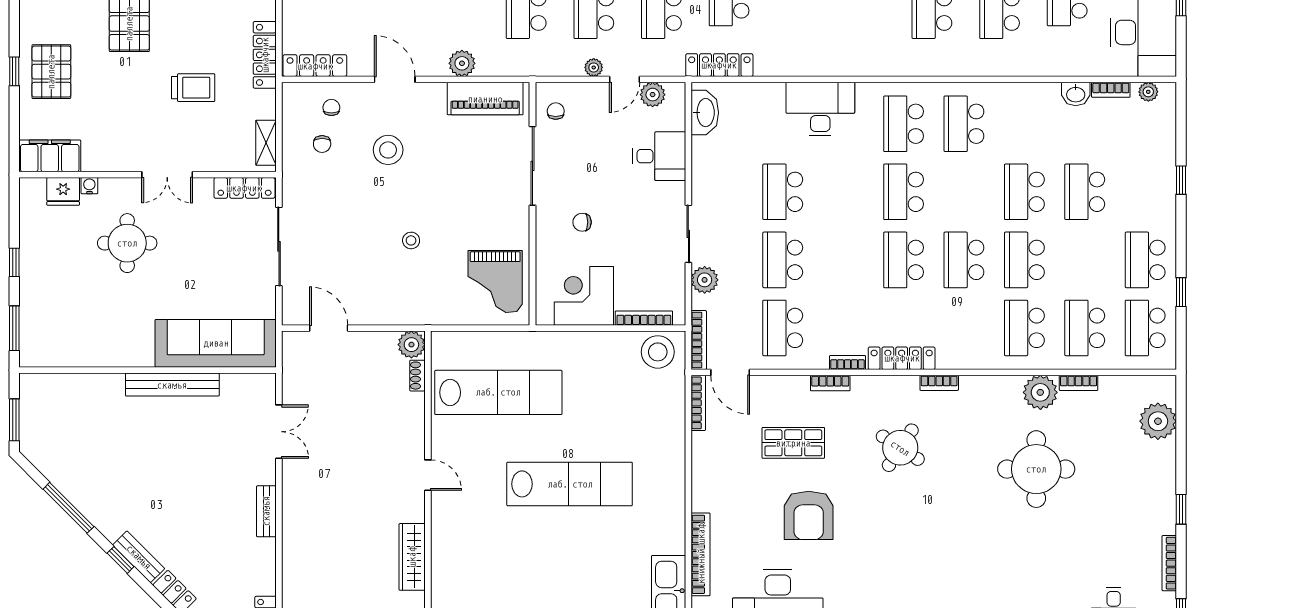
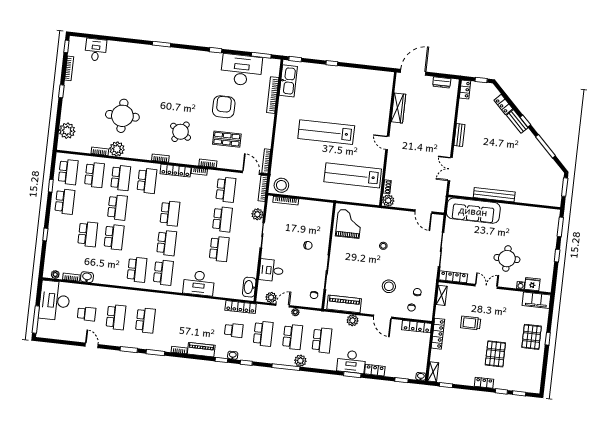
school desk: (964, 260) -> (147, 181), moved
corner desk: (584, 296) -> (311, 213), removed

